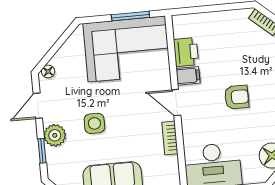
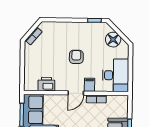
filing cabinet: (188, 76) -> (89, 85), moved

